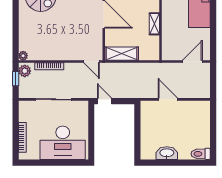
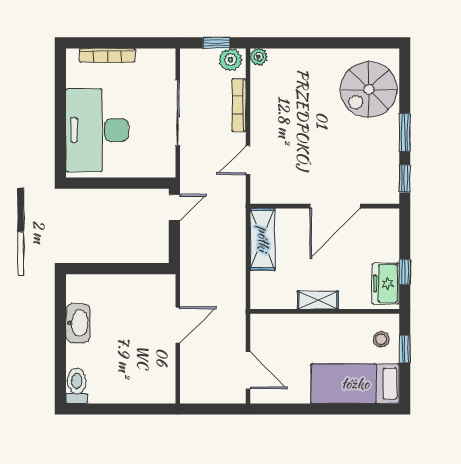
door: (91, 61) -> (248, 160), moved

